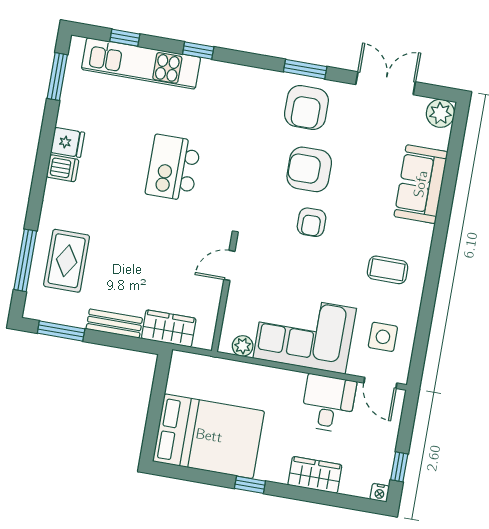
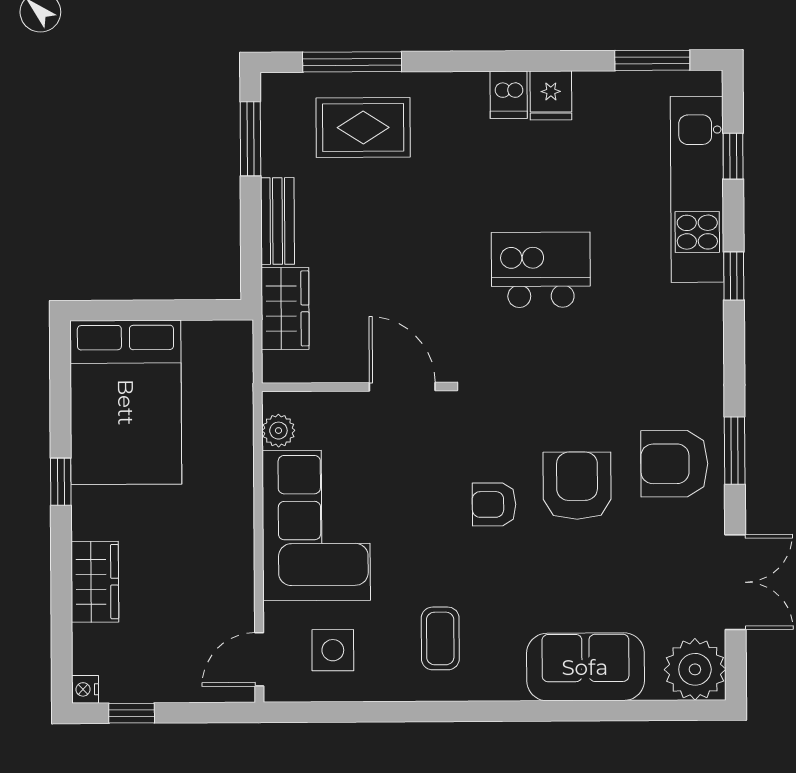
plant: (440, 113) -> (695, 669), width x1.36, depth x1.36
door: (229, 265) -> (402, 387), width x1.37
desk: (328, 403) -> (212, 583), removed

